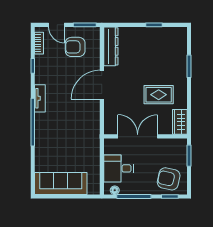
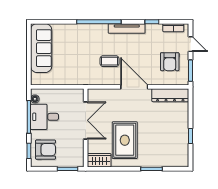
door: (56, 25) -> (190, 44), swing flipped
armchair: (75, 47) -> (170, 62), turned 180
rug: (159, 95) -> (125, 140), width x1.36, depth x1.43
tv unit: (40, 98) -> (127, 29), width x1.41
coffee table: (75, 111) -> (109, 61), added
desk: (119, 168) -> (45, 117), moved, turned -90
armchair: (169, 179) -> (46, 150), turned 77

